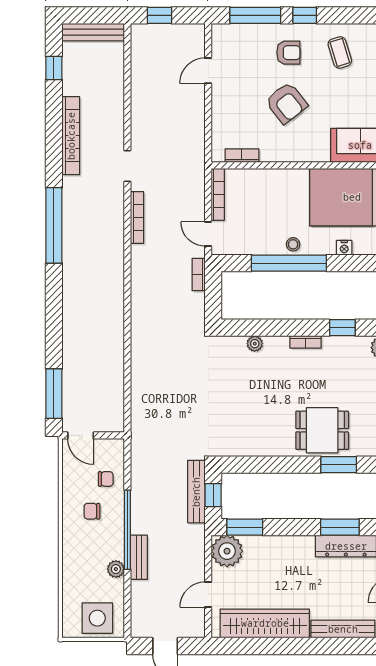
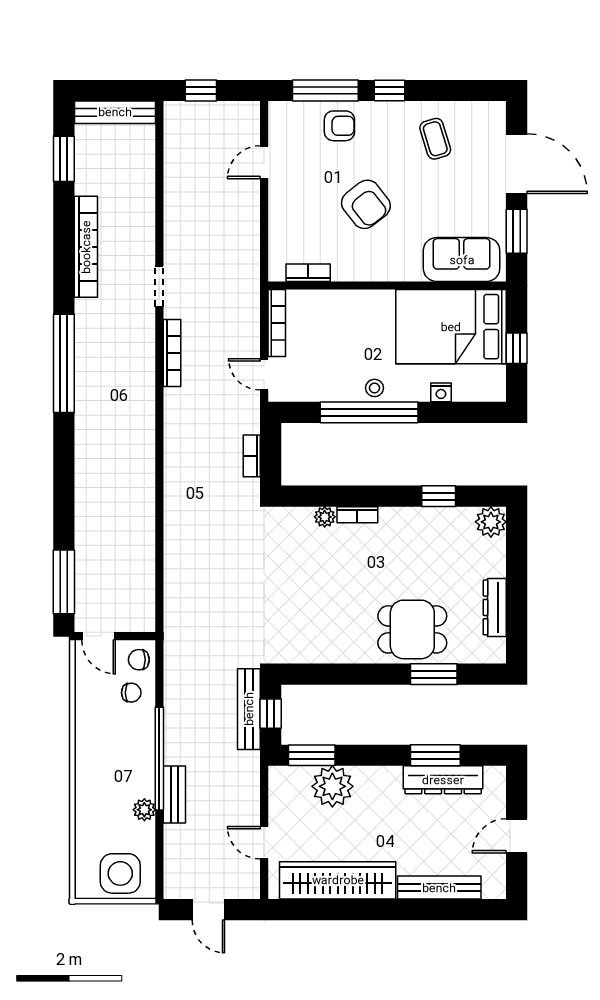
armchair: (288, 53) -> (339, 126), moved
window: (54, 68) -> (64, 159), width x1.50
bookcase: (199, 275) -> (252, 456), moved
bookcase: (306, 342) -> (357, 515), moved
chair: (92, 511) -> (139, 660), moved
plant: (227, 551) -> (332, 786), moved
door: (208, 595) -> (264, 843), hinge flipped

